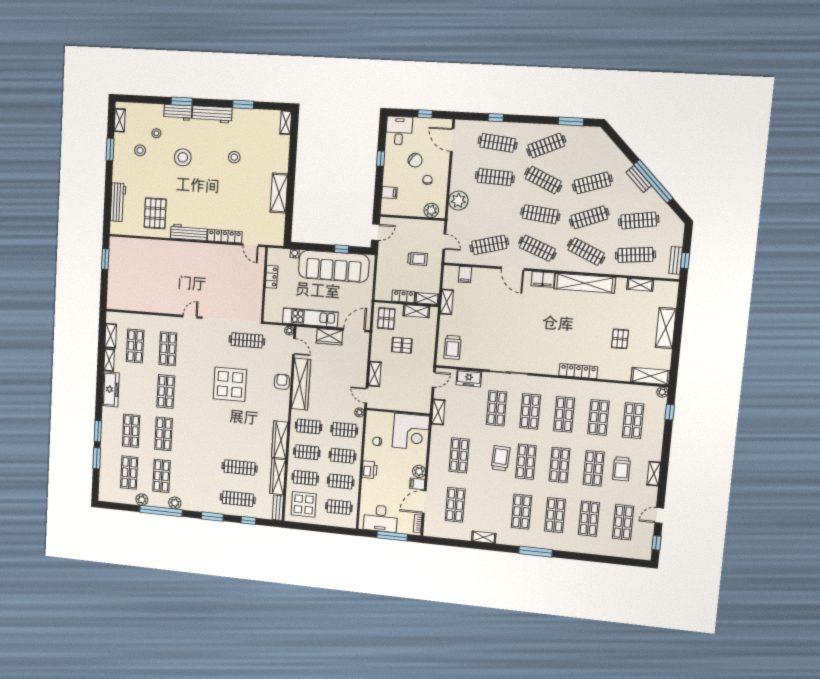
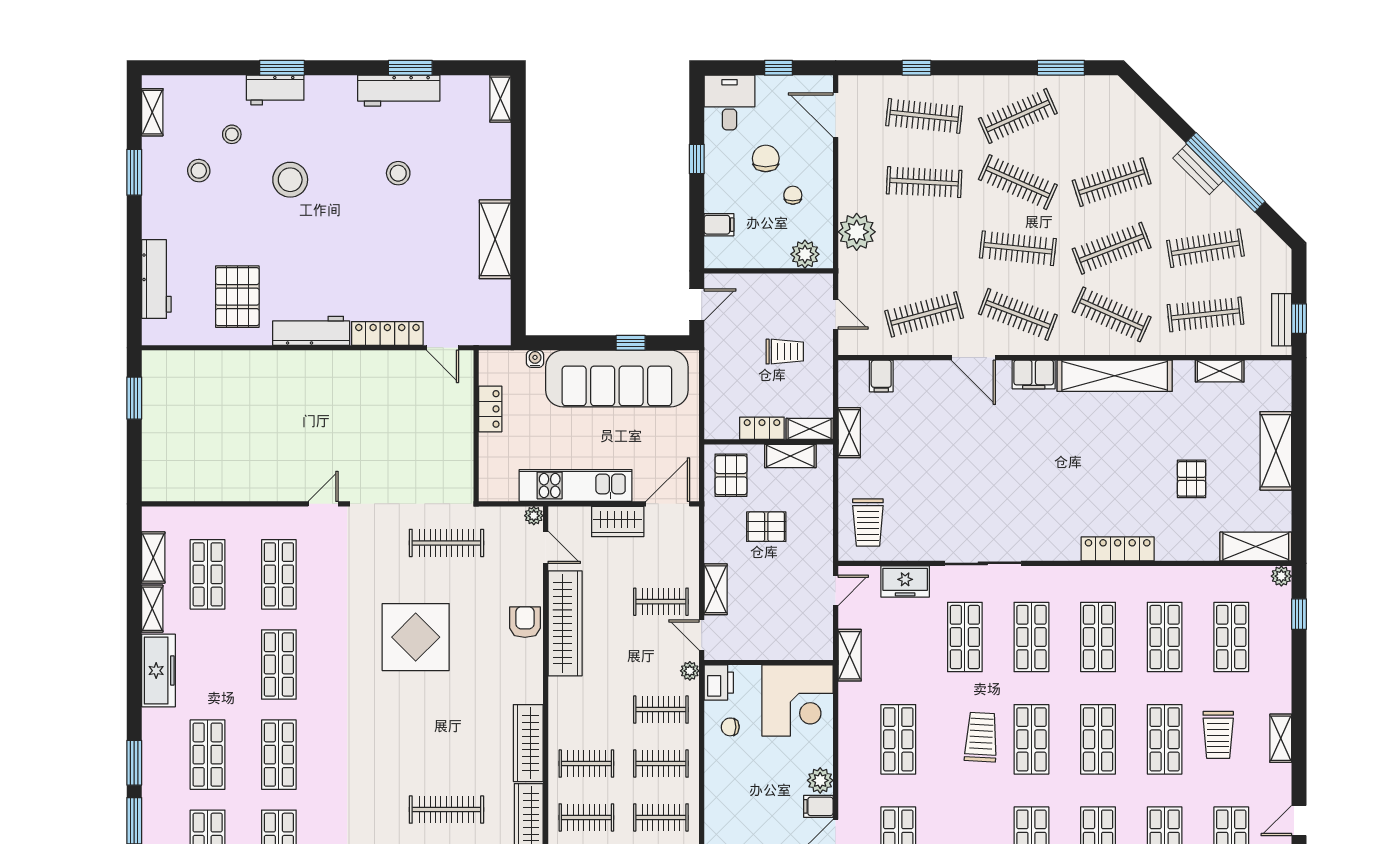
workbench: (212, 114) -> (399, 91), moved
chair: (415, 160) -> (766, 158), turned -128
clothes rail: (308, 426) -> (661, 602), moved
printer: (369, 470) -> (719, 683), moved

